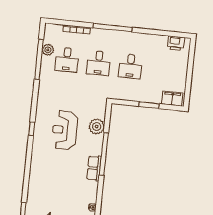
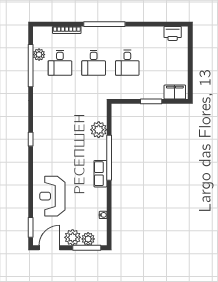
reception desk: (65, 130) -> (52, 196), moved

